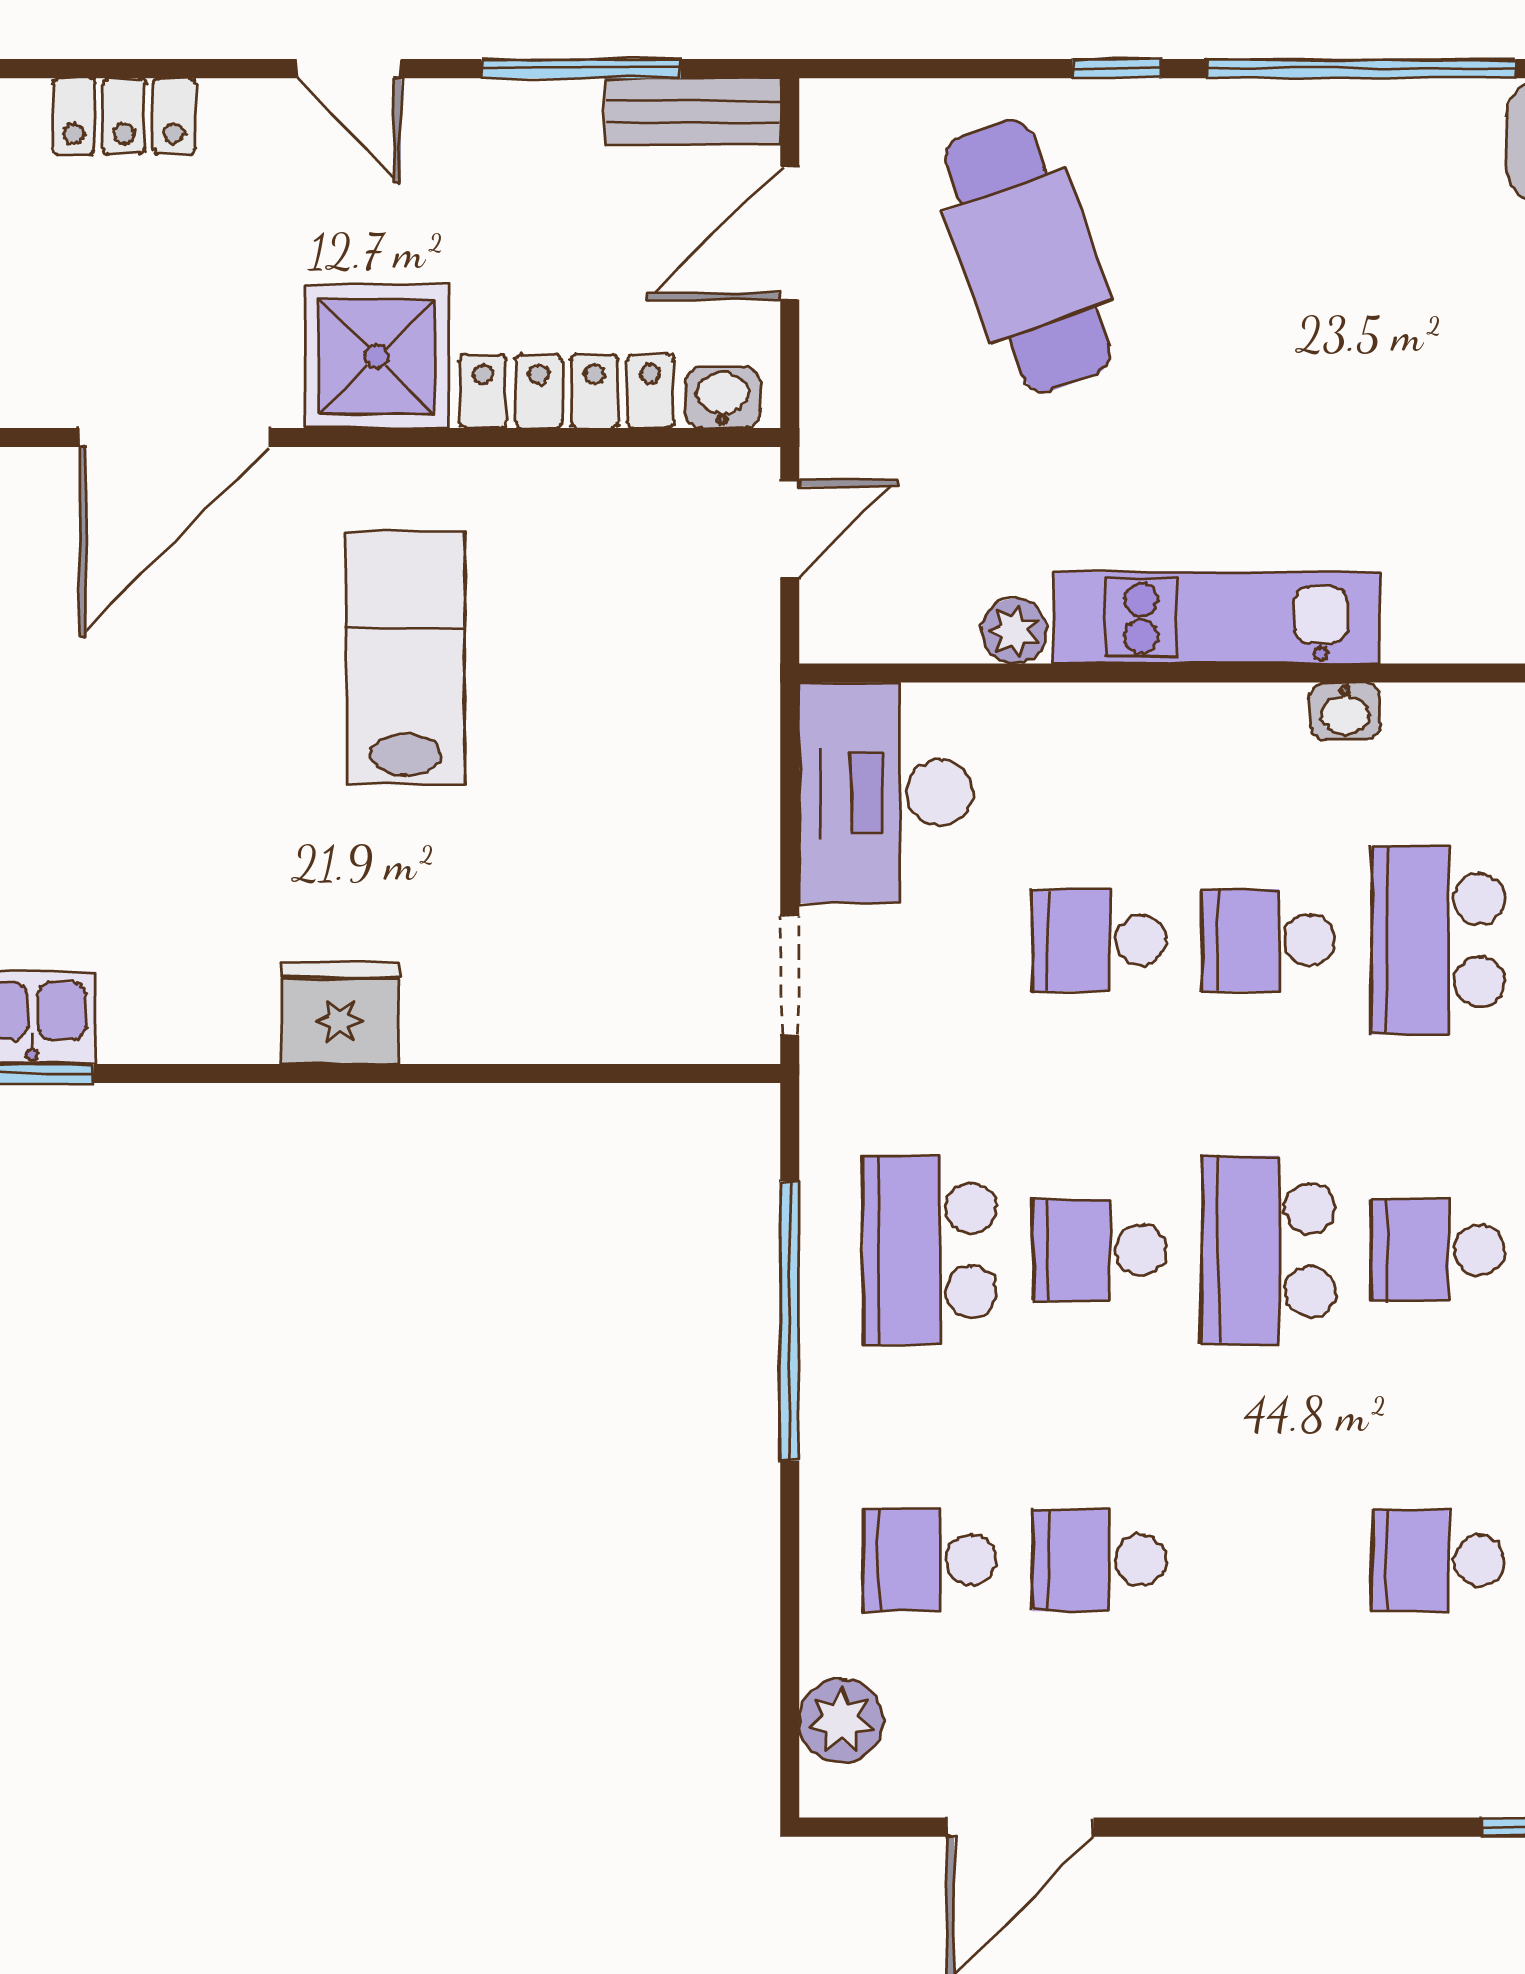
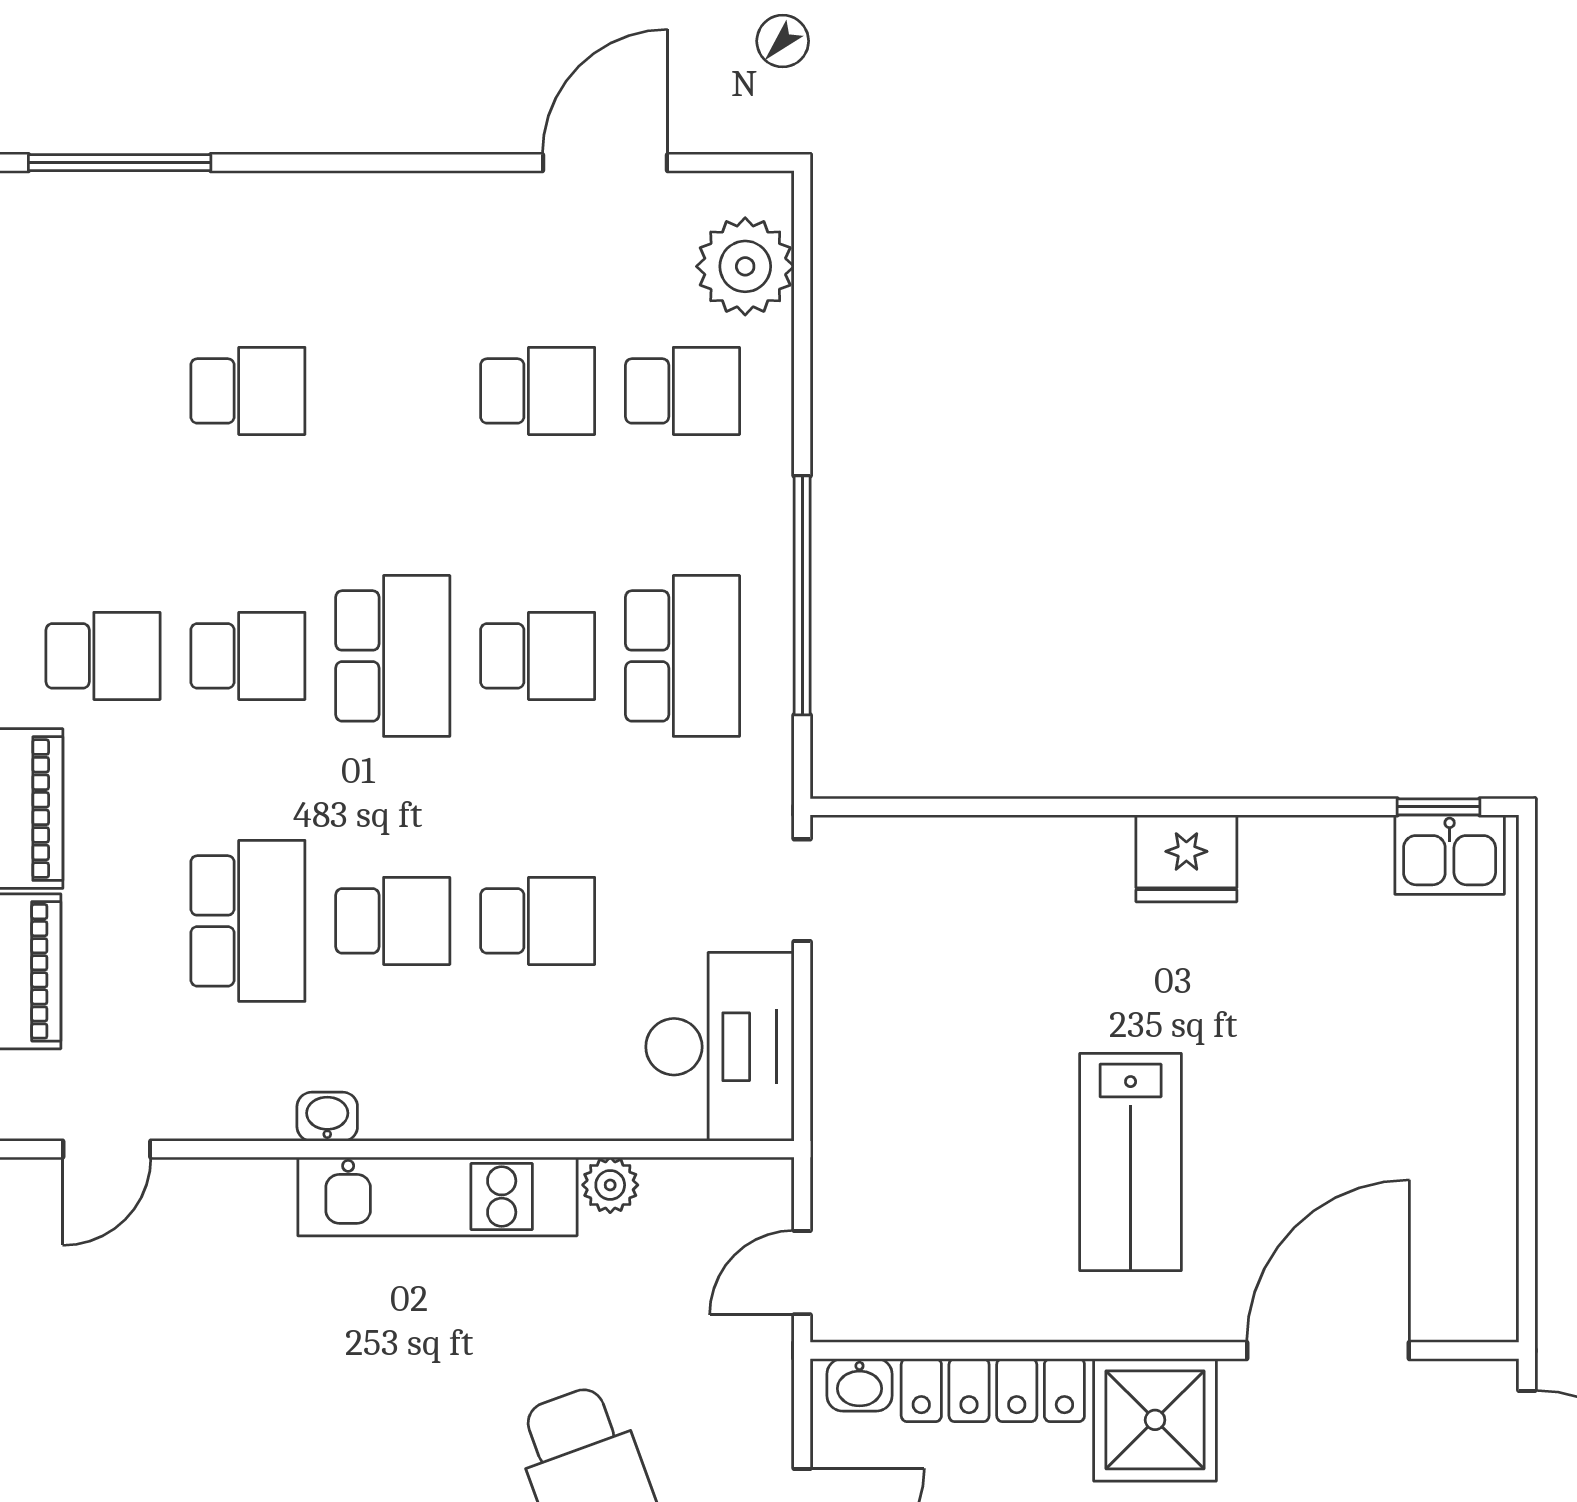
plant: (841, 1721) -> (745, 266), width x1.36, depth x1.36

